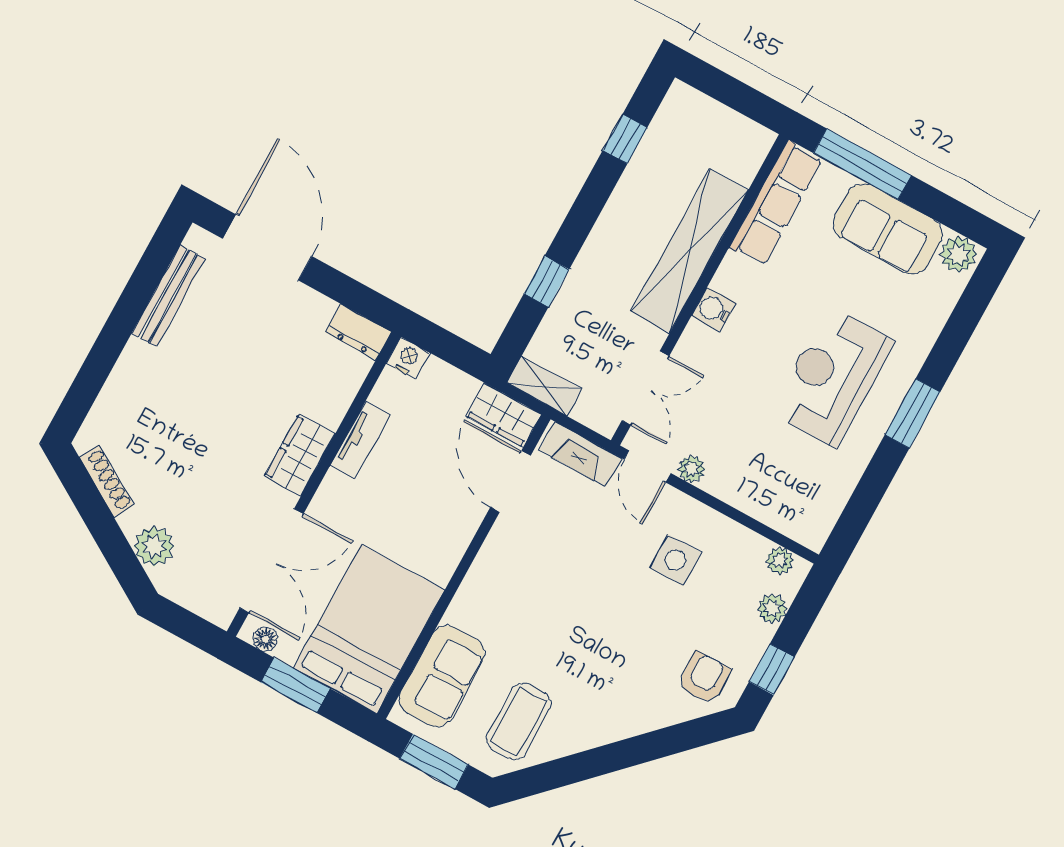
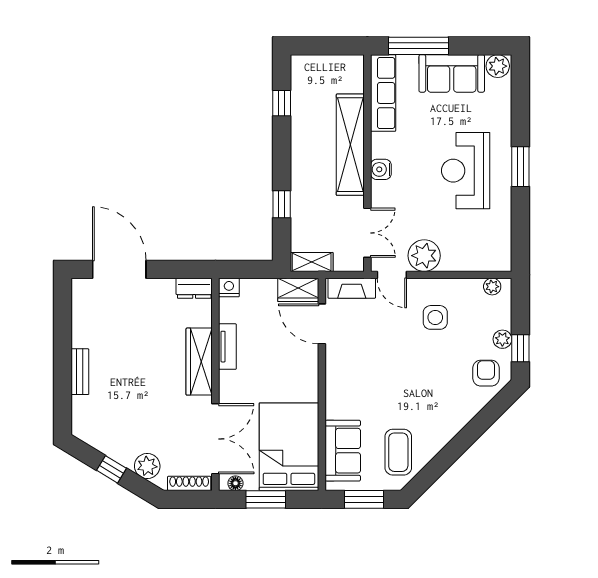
bench: (168, 296) -> (80, 372), moved, width x0.73
wardrobe: (300, 455) -> (199, 362), width x1.50
plant: (692, 469) -> (424, 256), width x1.87, depth x1.87
shoe rack: (106, 481) -> (189, 483), moved, turned -31
window: (101, 523) -> (111, 469), added
plant: (772, 608) -> (502, 339), moved

